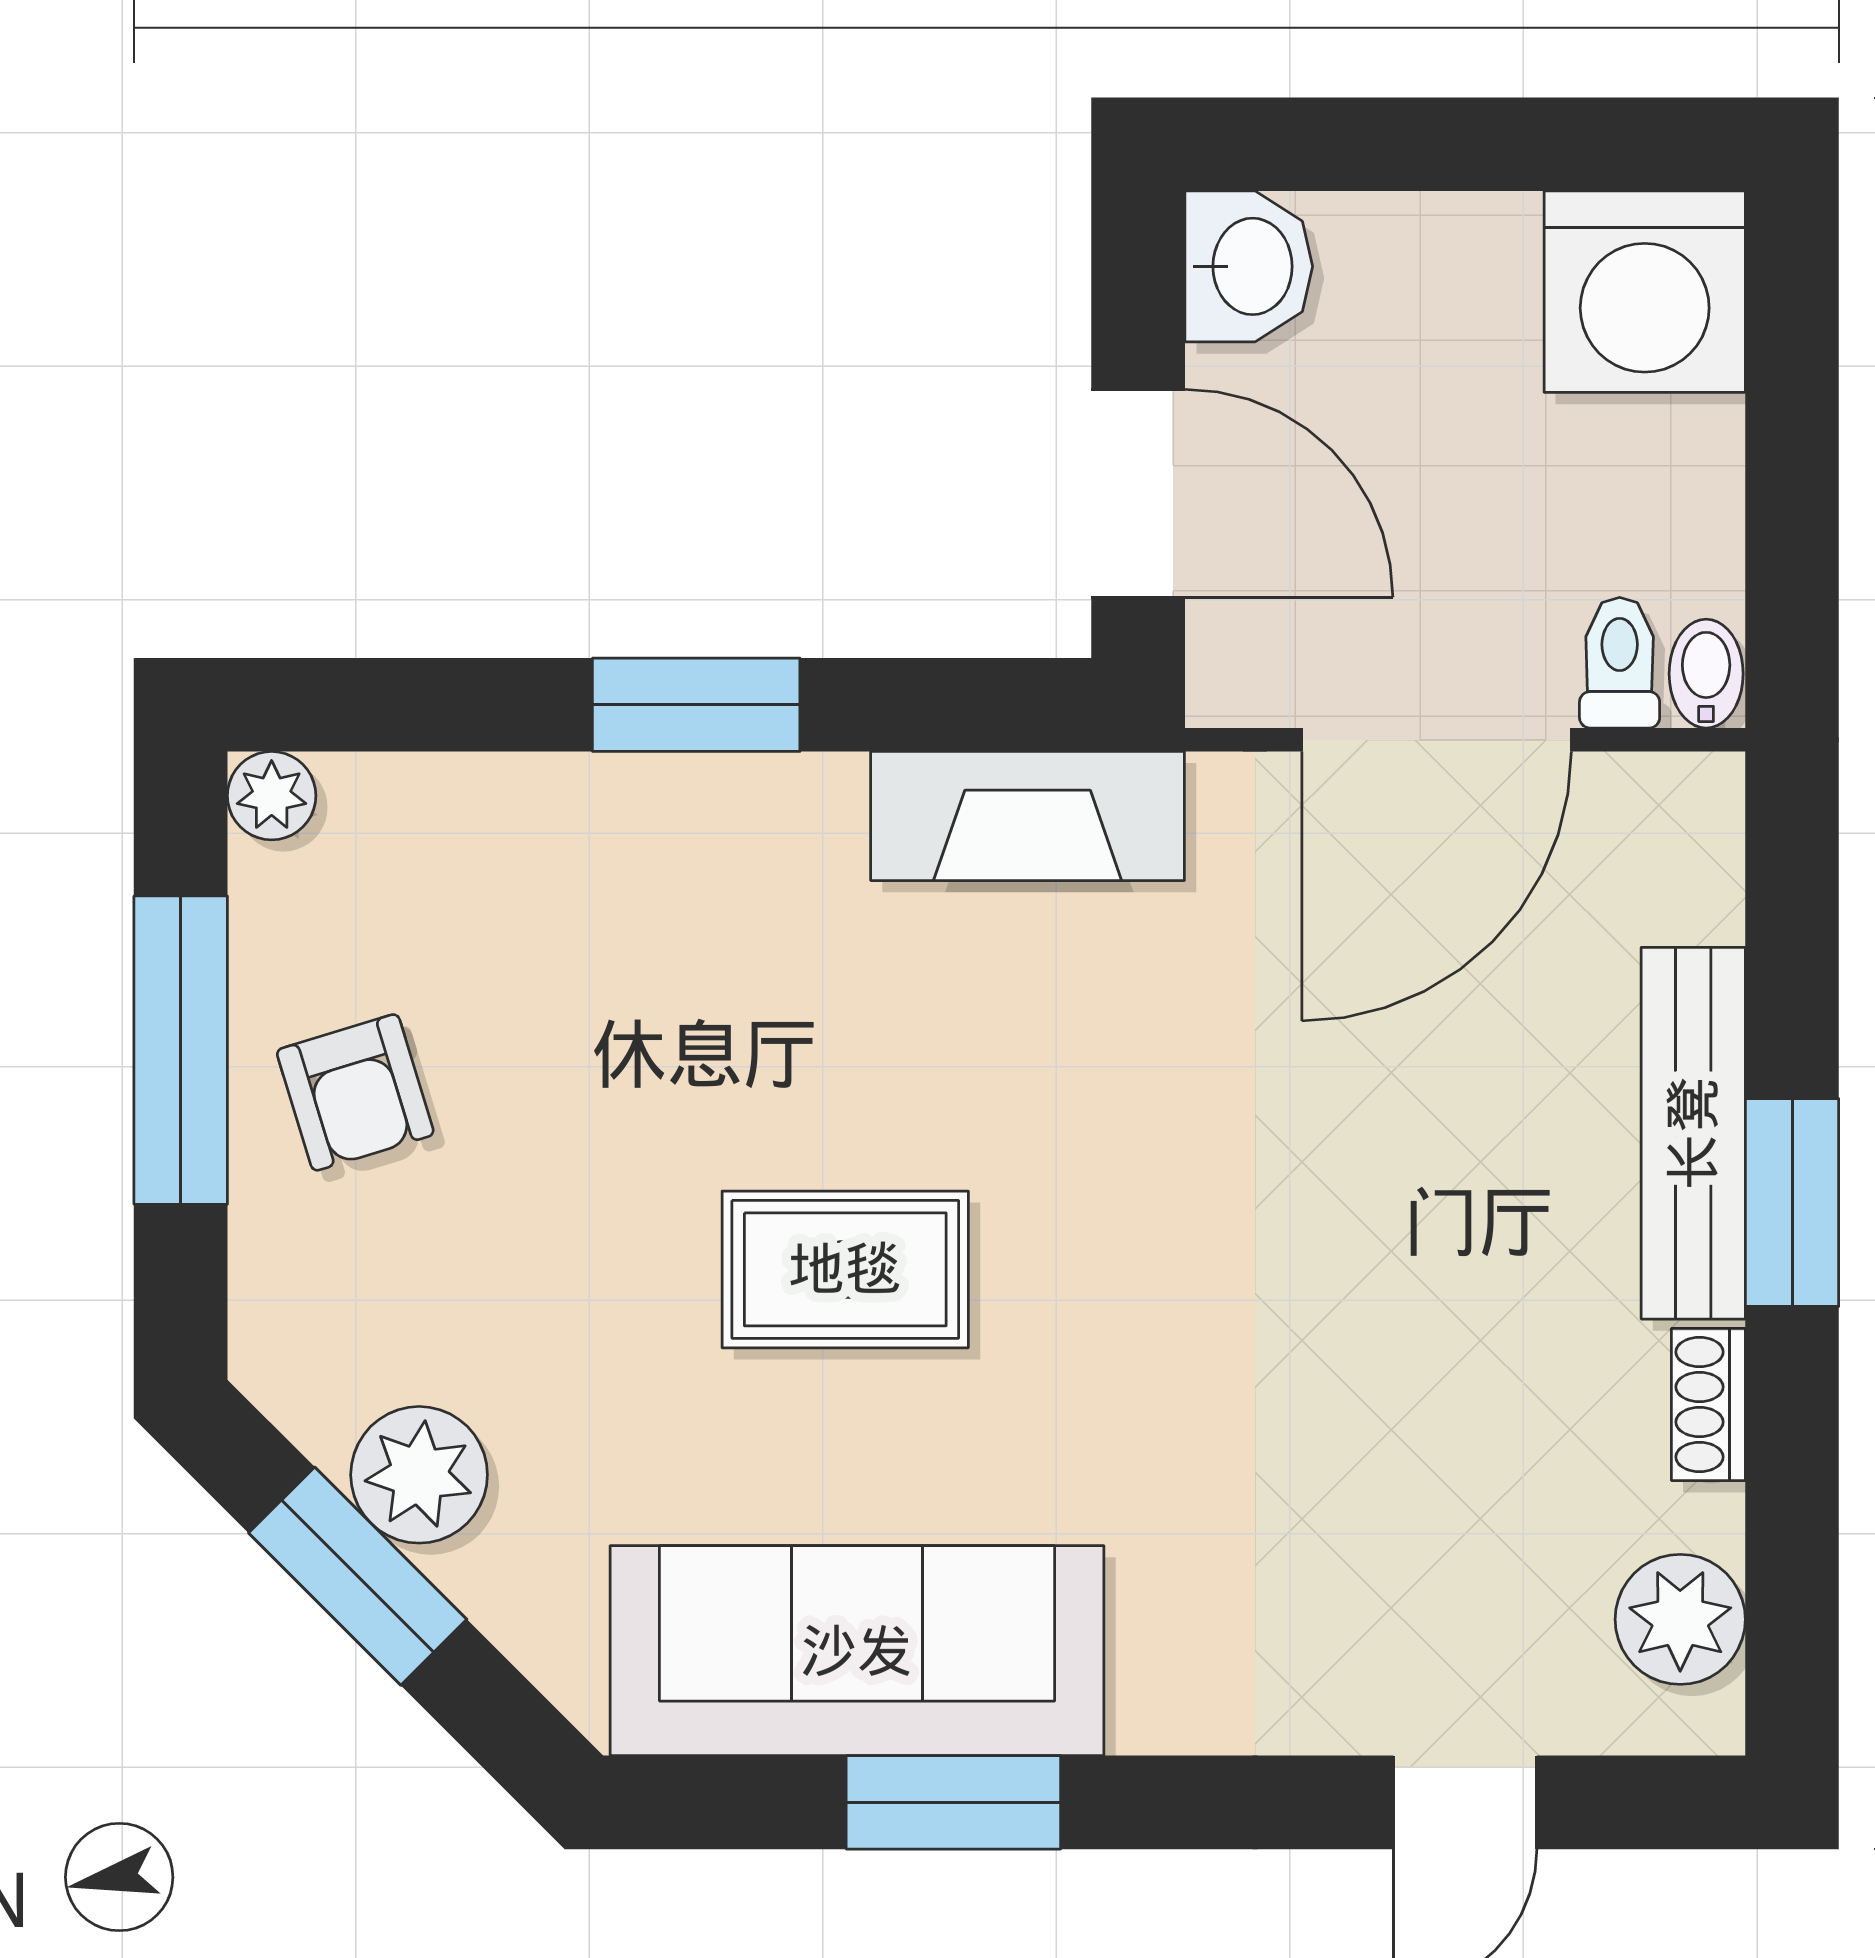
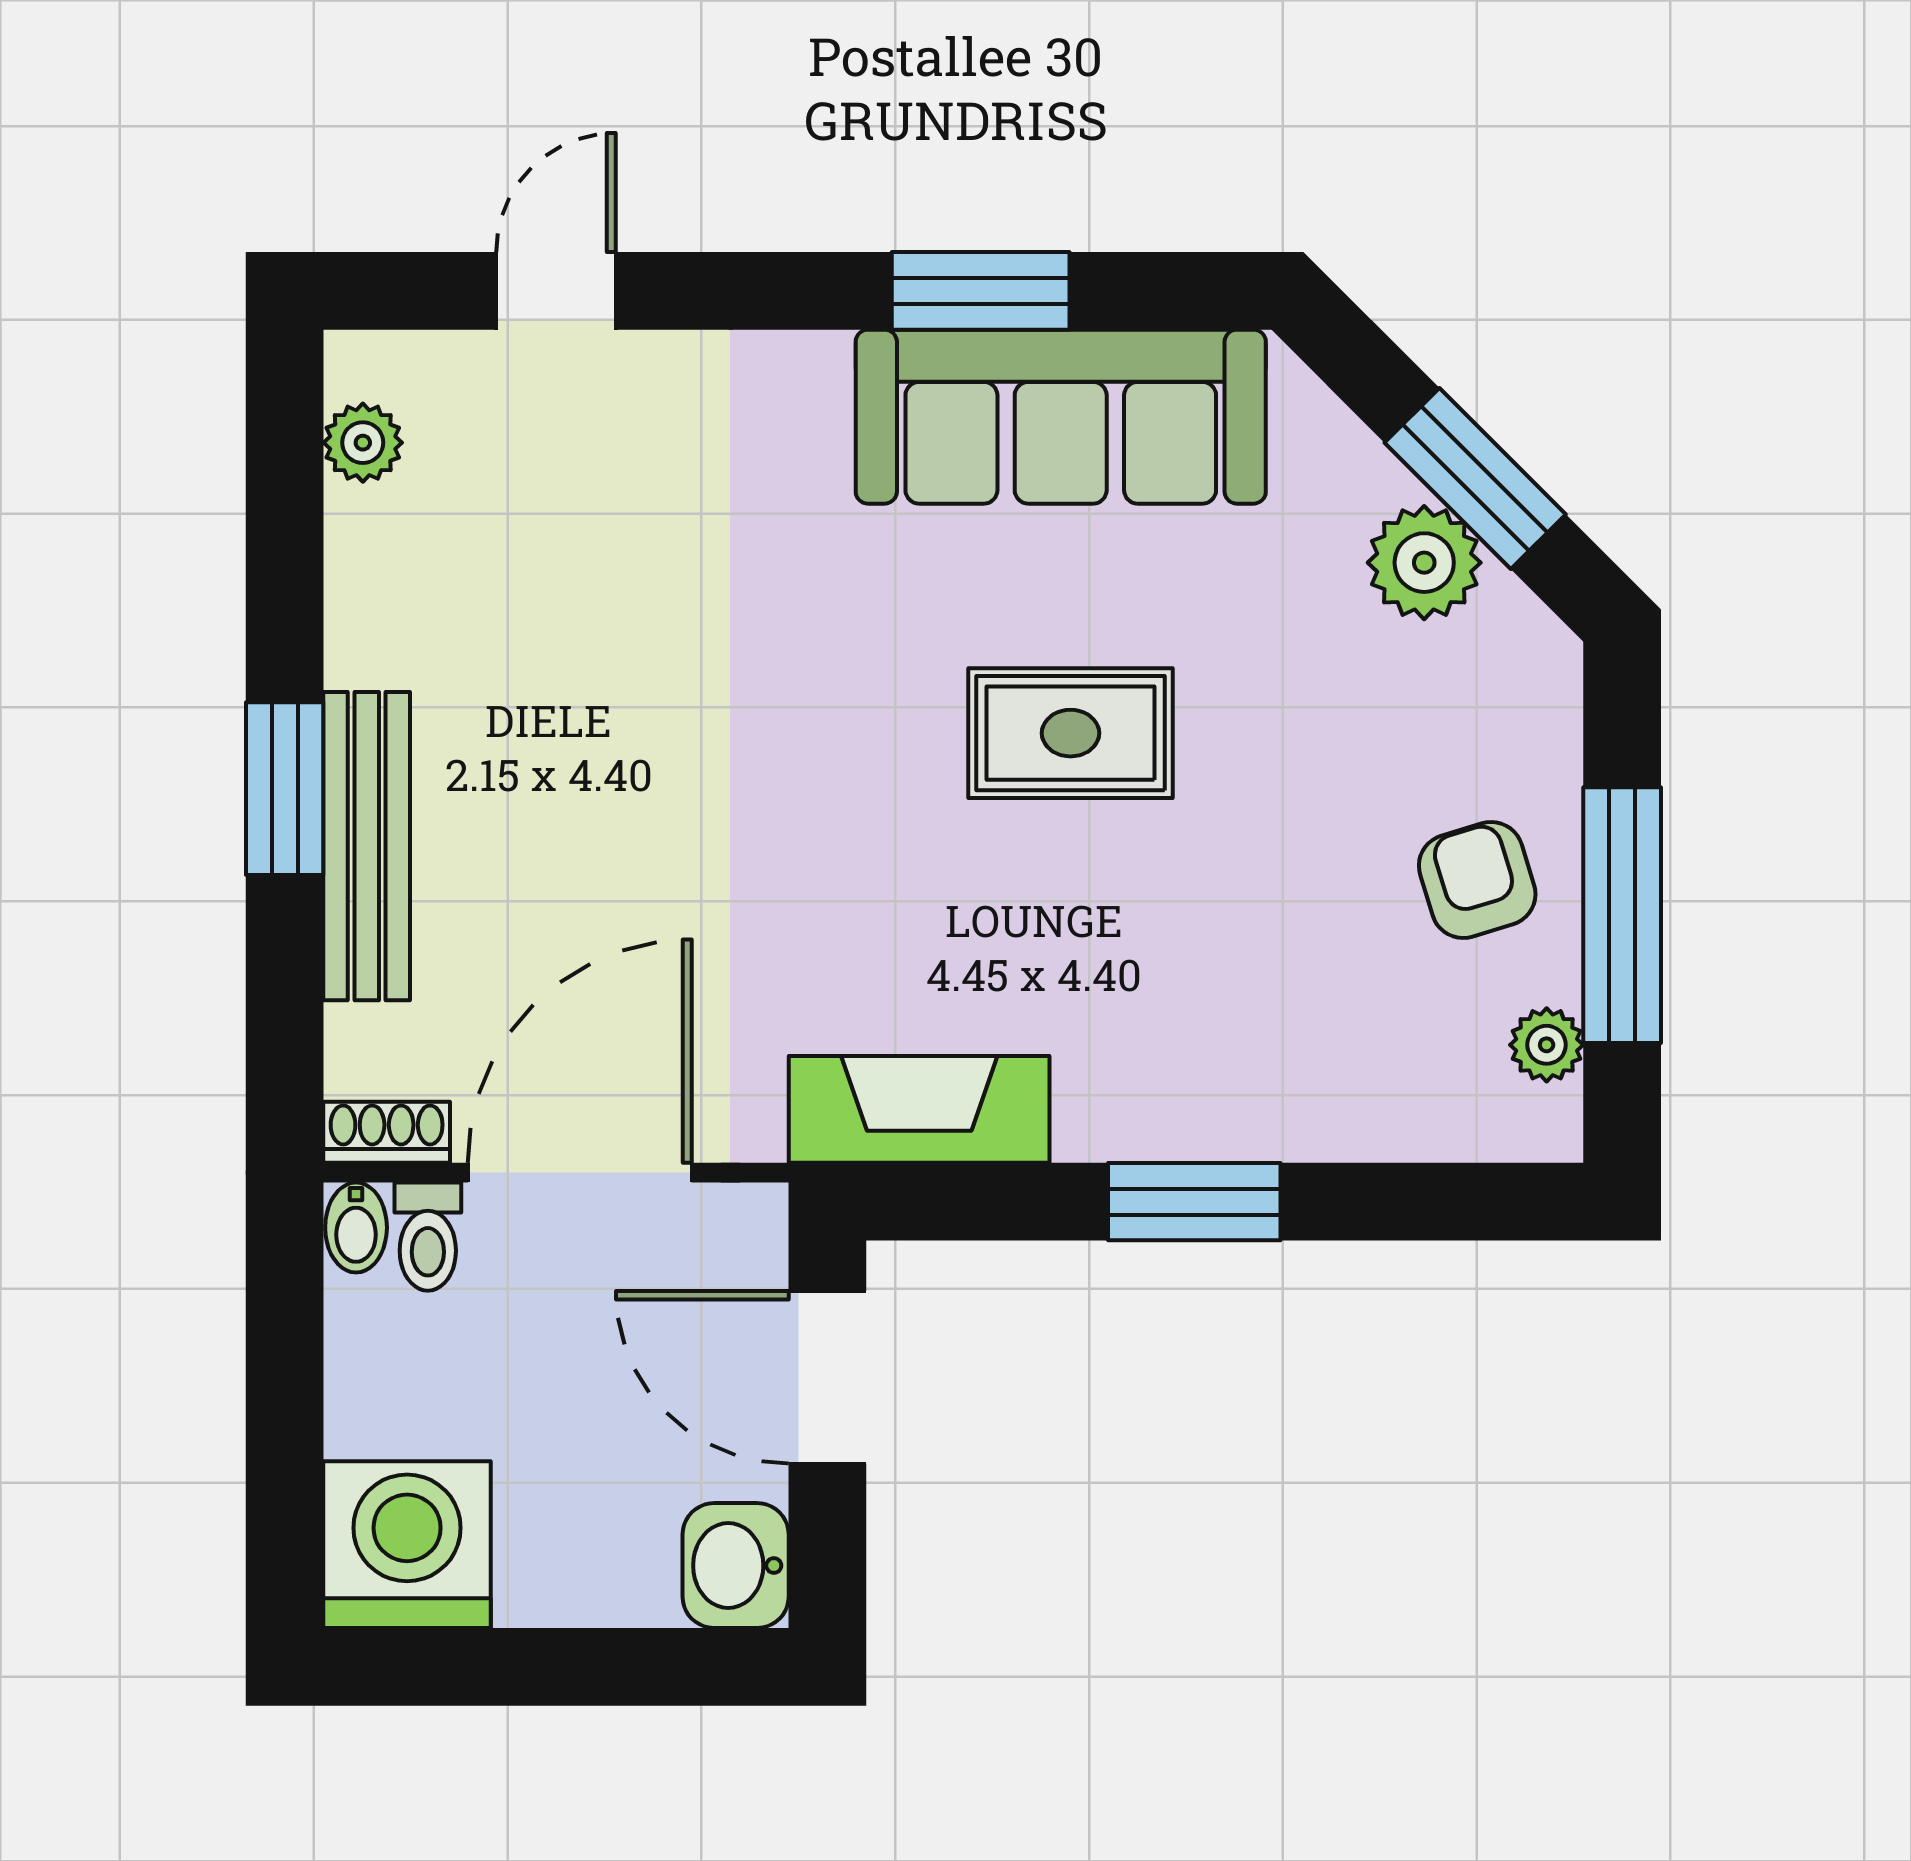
plant: (272, 796) -> (1547, 1045), moved
shoe rack: (1708, 1404) -> (387, 1132), moved, turned -90
plant: (1680, 1619) -> (363, 443), width x0.73, depth x0.73

